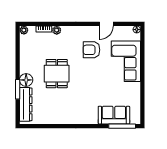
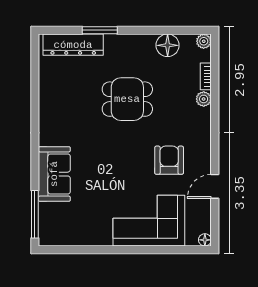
door: (106, 24) -> (215, 186), hinge flipped
floor lamp: (26, 80) -> (168, 45), moved
sofa: (114, 115) -> (54, 174), moved

